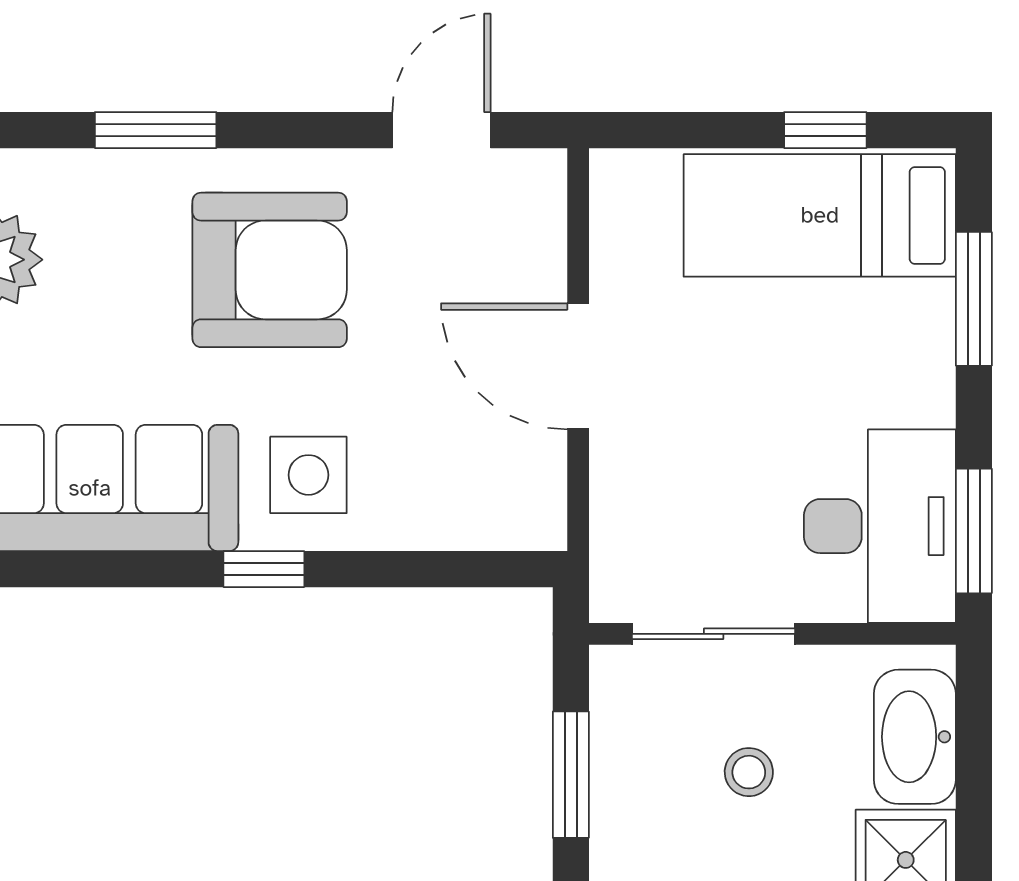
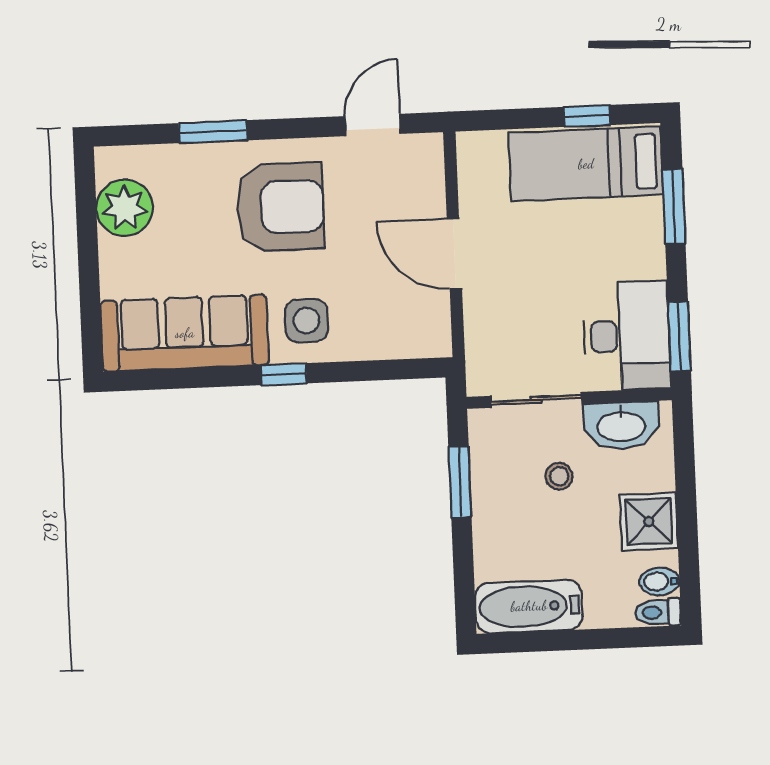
washbasin: (915, 737) -> (621, 425), moved, turned -90

